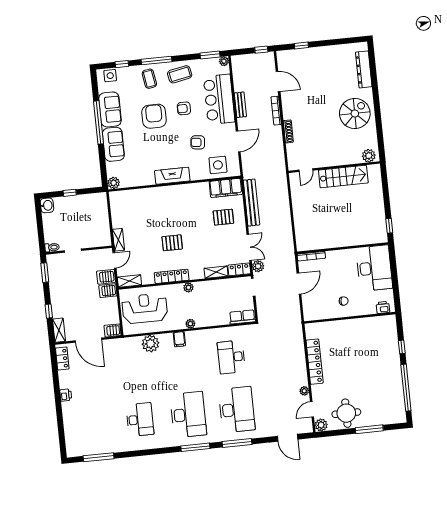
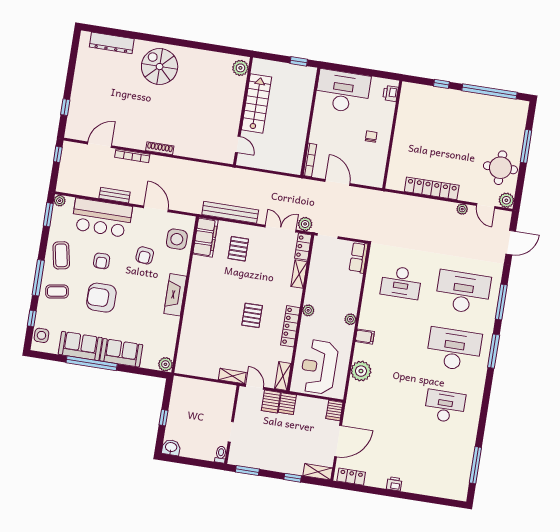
plant: (369, 156) -> (240, 68), moved
wall: (334, 167) -> (243, 111), moved
door: (306, 170) -> (238, 144), moved
stairs: (343, 177) -> (257, 103), moved

